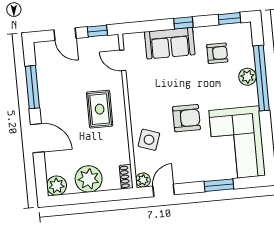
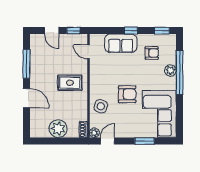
rug: (100, 109) -> (70, 83), turned 90
plant: (57, 186) -> (36, 131), removed

